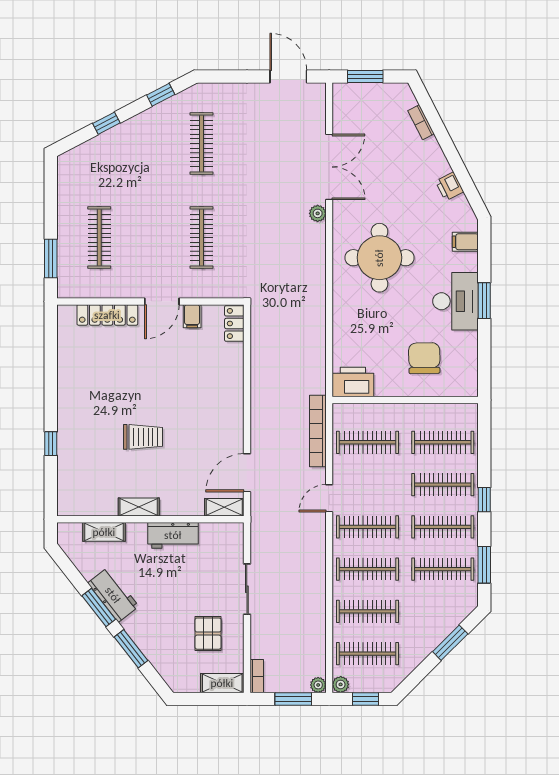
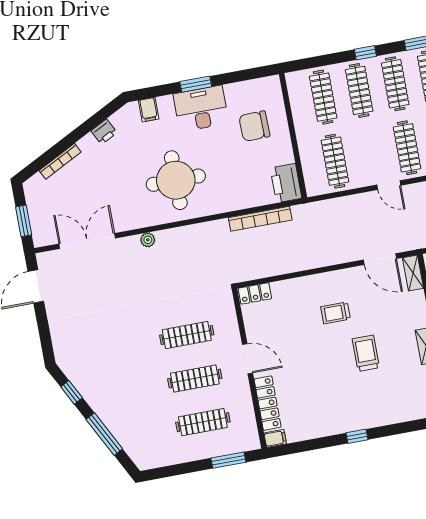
bookcase: (421, 122) -> (60, 161), width x1.56
window: (106, 123) -> (104, 434), width x2.17
clothes rail: (201, 144) -> (195, 379), moved
double door: (329, 167) -> (87, 241), moved
filing cabinet: (192, 316) -> (275, 438), moved
trolley: (195, 411) -> (336, 313), added
bookcase: (318, 431) -> (260, 219), moved
window: (51, 444) -> (357, 436), moved

